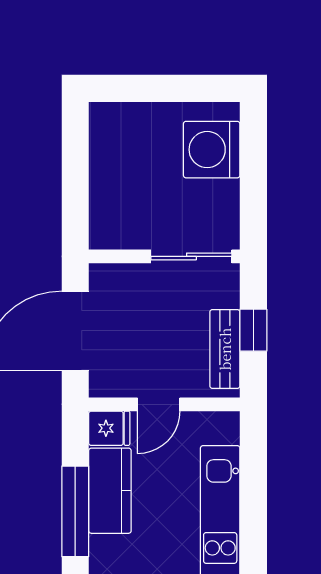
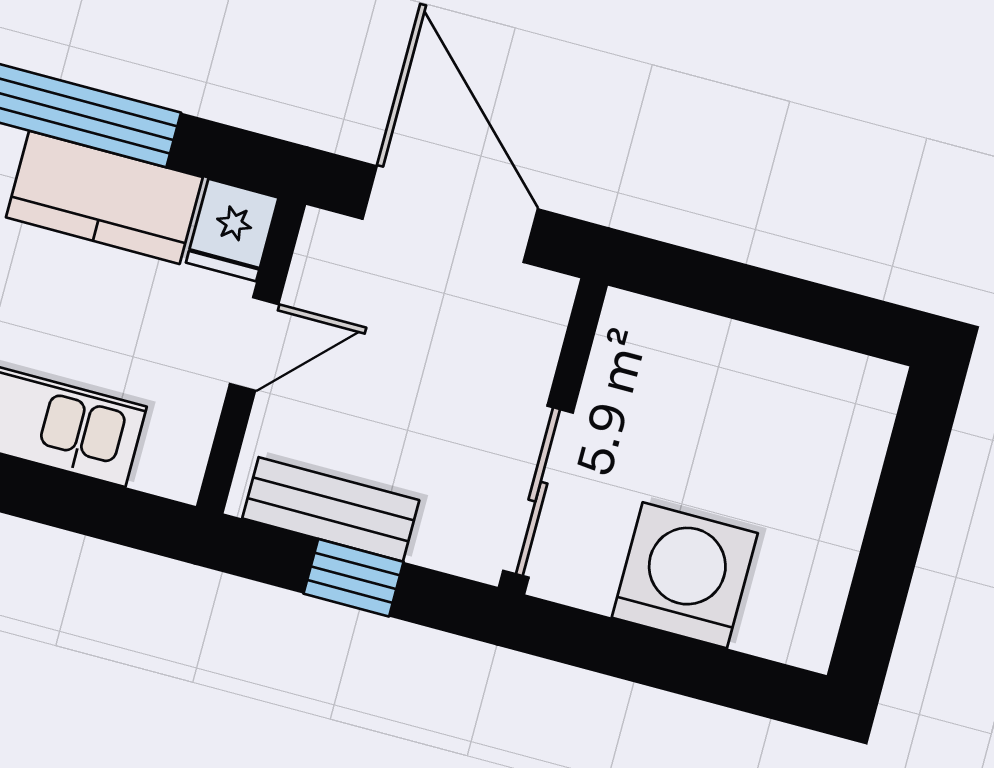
washing machine: (212, 150) -> (685, 575), moved
door: (159, 404) -> (254, 344), swing flipped

